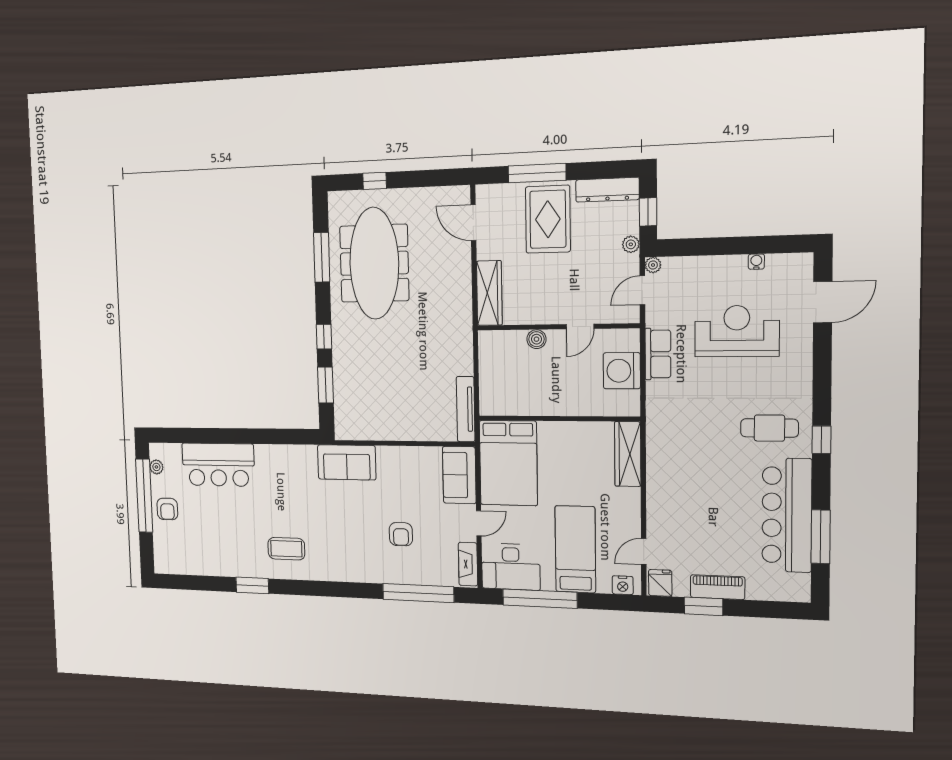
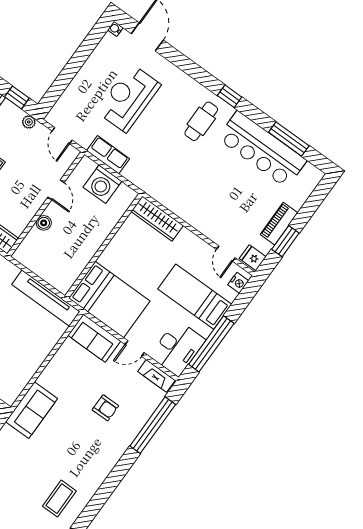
water cooler: (756, 262) -> (115, 29), moved
plant: (653, 265) -> (51, 118), removed
tv unit: (466, 409) -> (46, 298), width x1.36, depth x1.29
door: (479, 523) -> (135, 348), swing flipped

